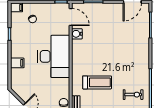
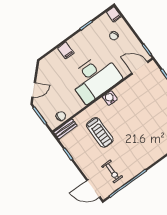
door: (71, 17) -> (140, 68), swing flipped
water cooler: (77, 34) -> (110, 98), moved

